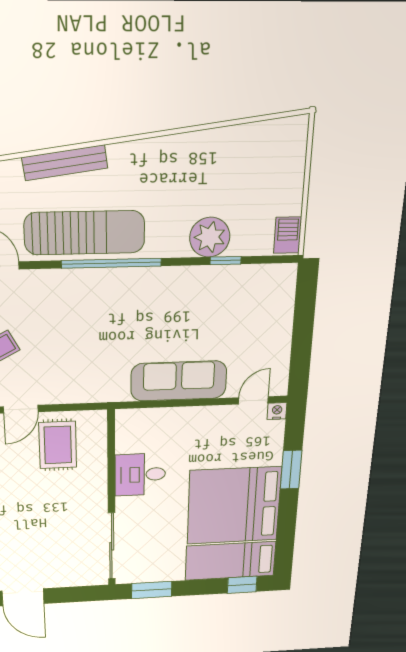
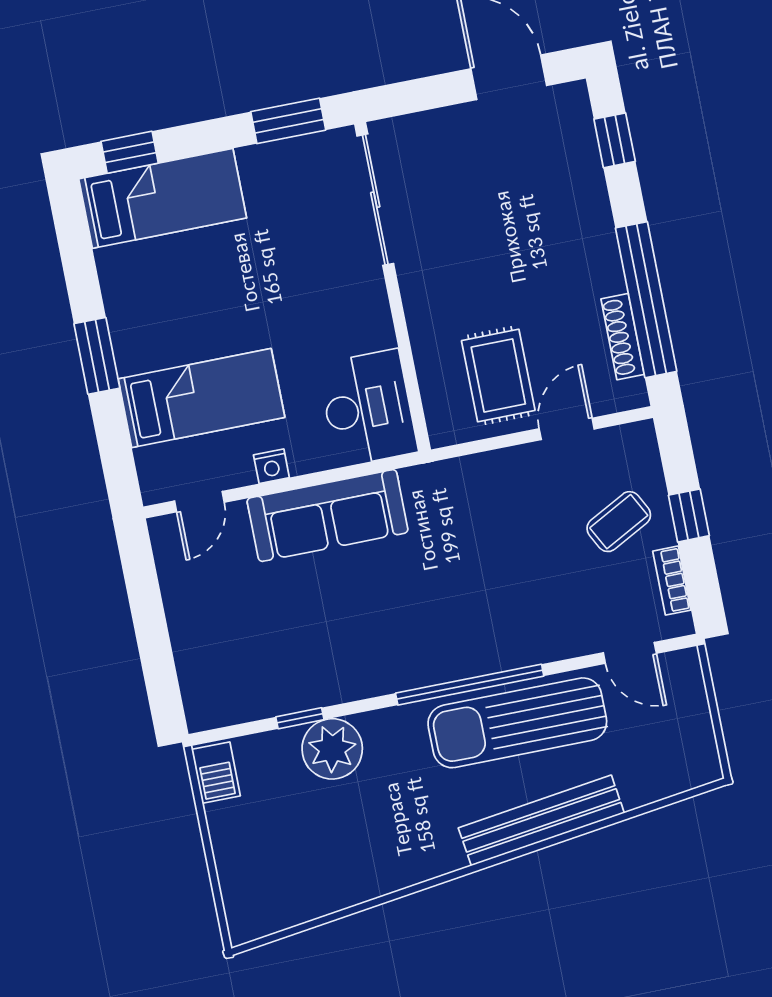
bench: (65, 163) -> (541, 820), width x1.37, depth x1.21
nightstand: (277, 411) -> (271, 466), moved
window: (291, 470) -> (97, 356), moved
desk: (140, 475) -> (368, 408), moved, width x1.37
bed: (234, 506) -> (201, 398), moved, width x0.49

